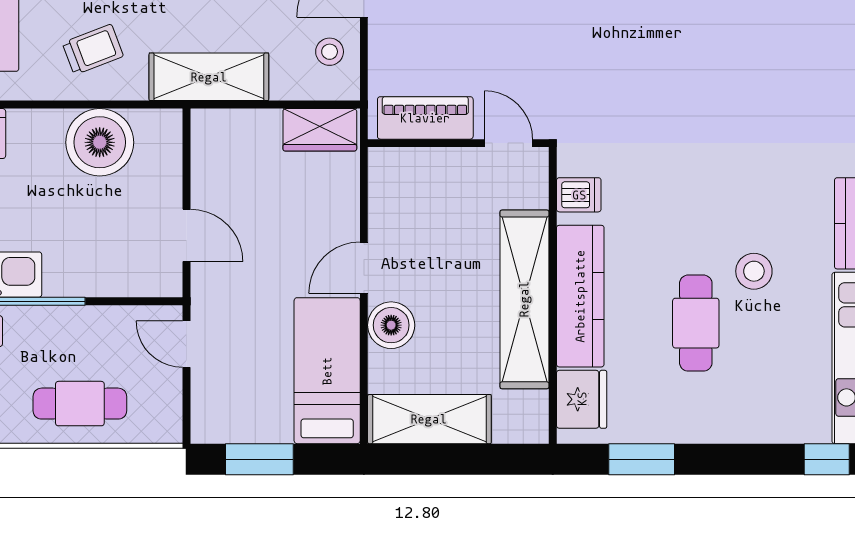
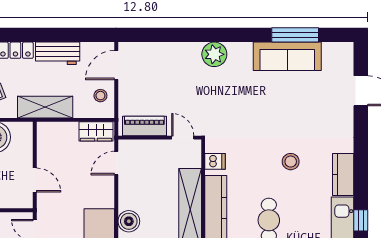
door: (364, 268) -> (116, 163), moved
stool: (754, 271) -> (291, 162), moved

